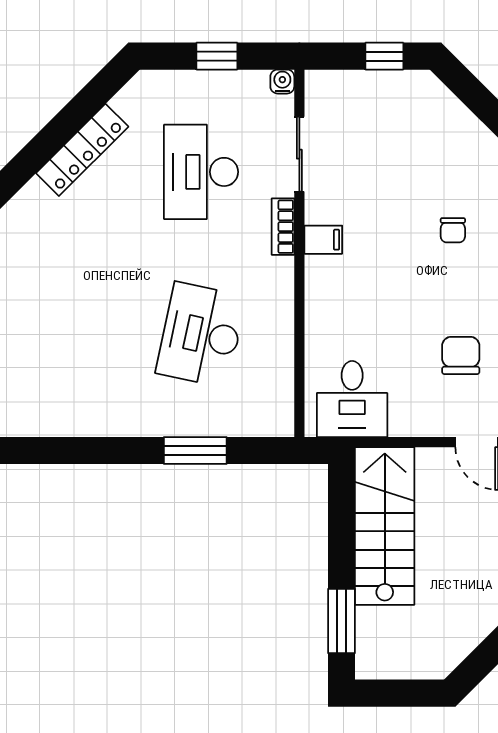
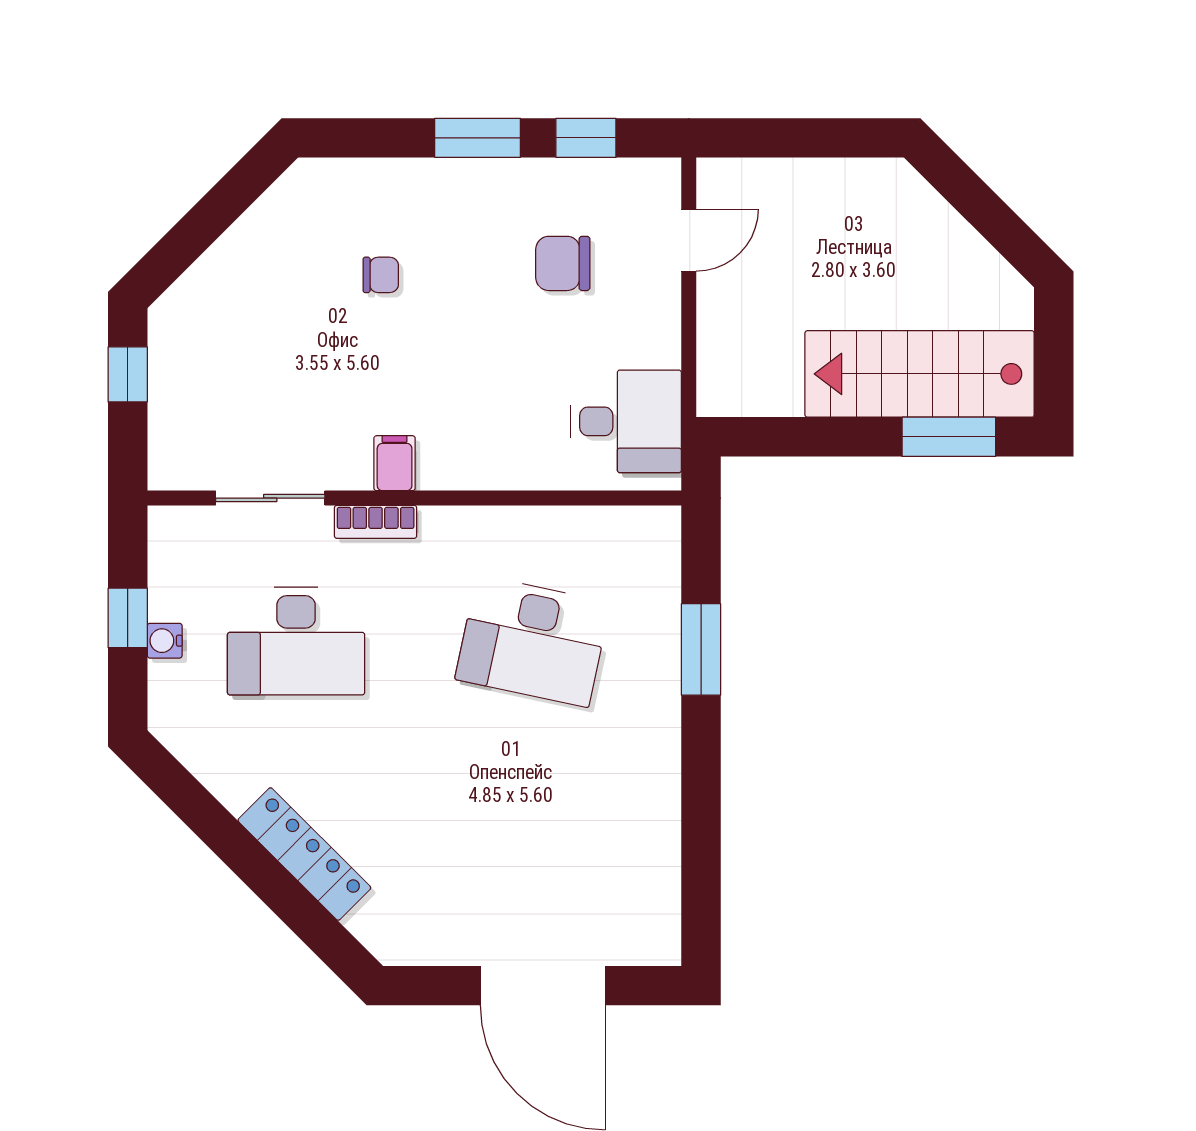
water cooler: (282, 82) -> (165, 641), moved
locker: (82, 150) -> (304, 854), moved
stairs: (385, 526) -> (920, 374), moved

